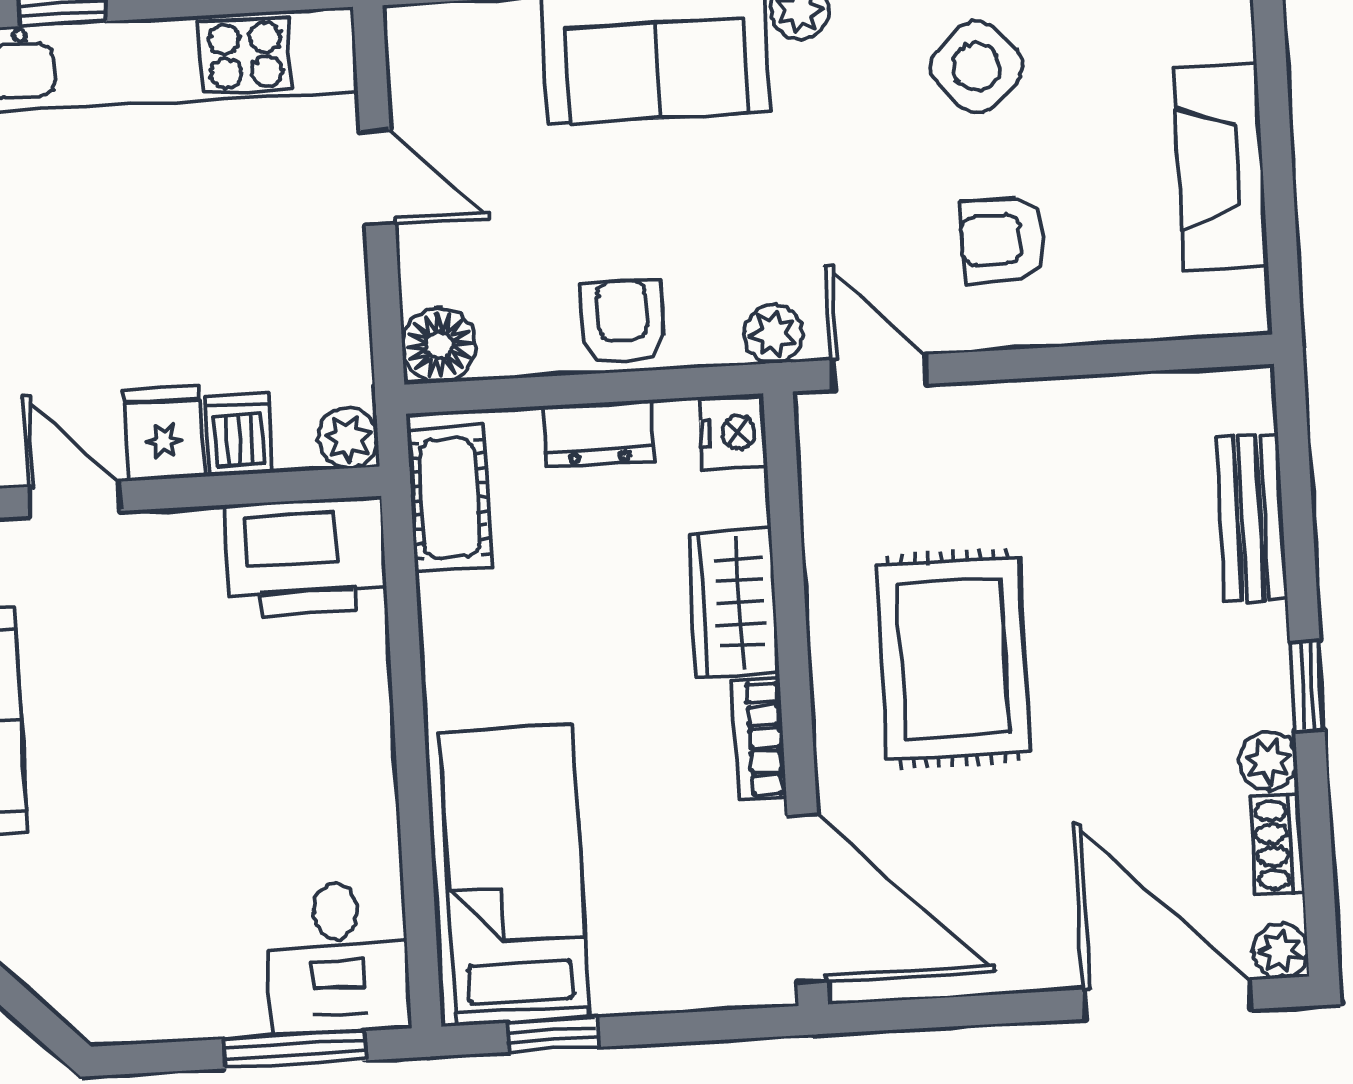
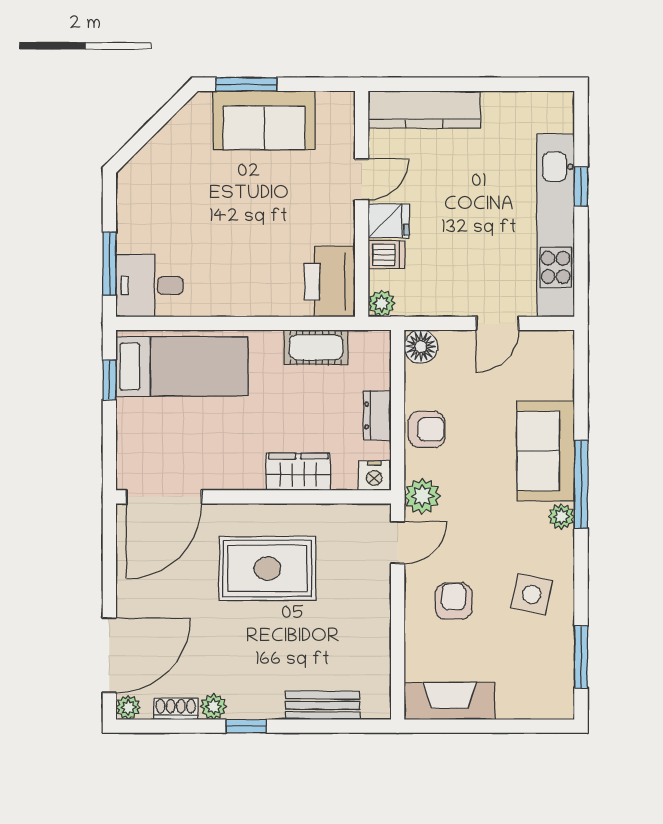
side table: (977, 67) -> (532, 594), turned -36
fireplace: (1221, 166) -> (450, 701), moved
plant: (773, 334) -> (422, 496), width x1.38, depth x1.38
cot: (450, 498) -> (316, 347), moved
bookcase: (759, 739) -> (237, 480), removed

